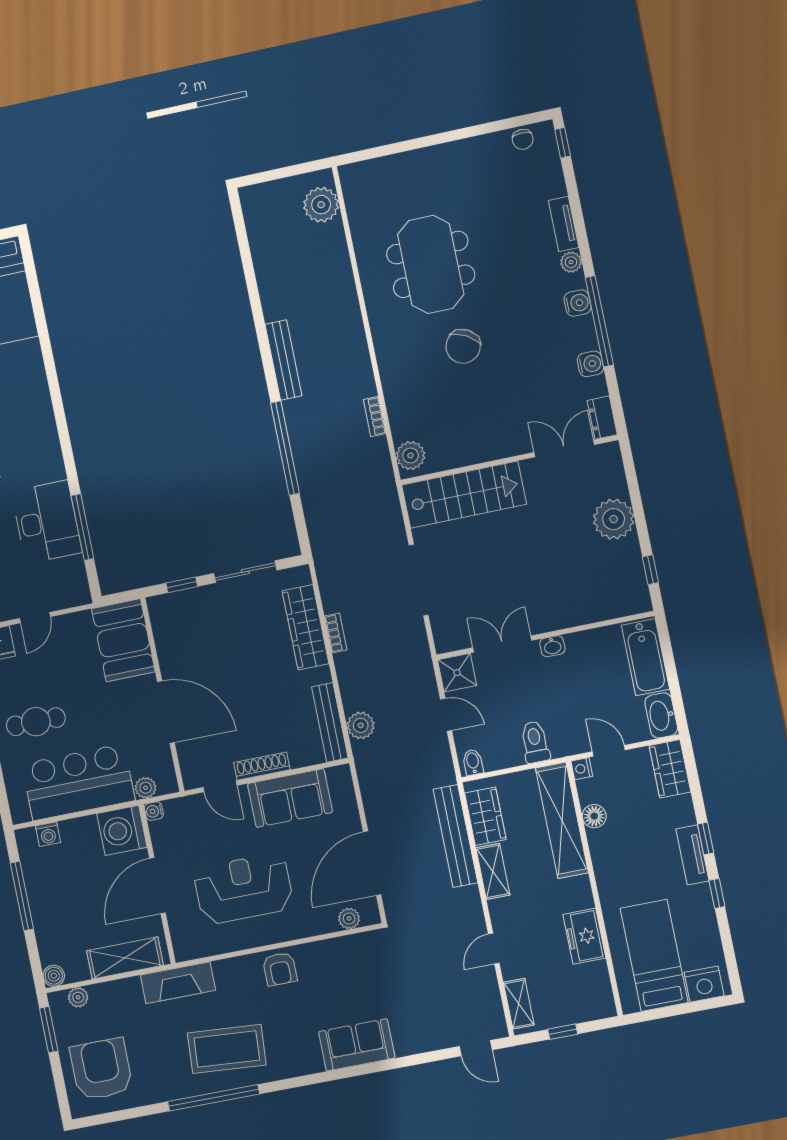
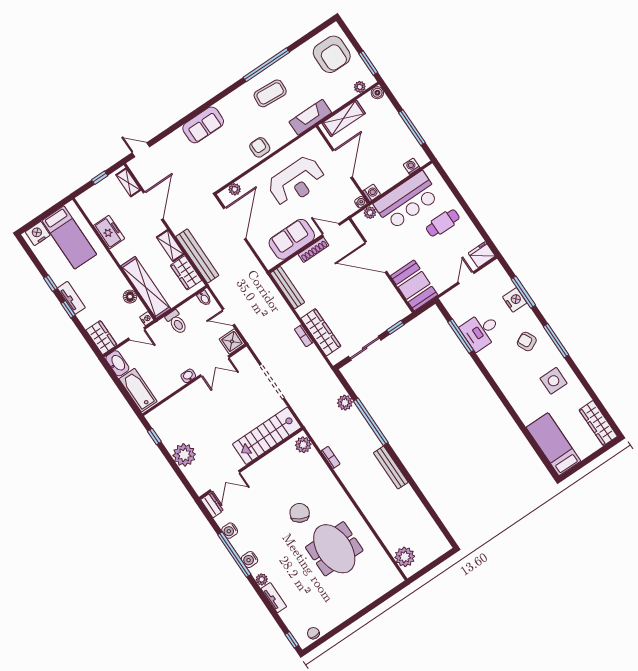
desk: (47, 522) -> (481, 331), width x0.73
plant: (361, 725) -> (345, 403), moved
washing machine: (122, 830) -> (372, 193), width x0.53, depth x0.53
door: (494, 949) -> (153, 206), width x1.87
coffee table: (227, 1049) -> (270, 93), width x0.73, depth x0.76

